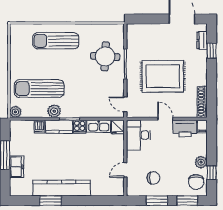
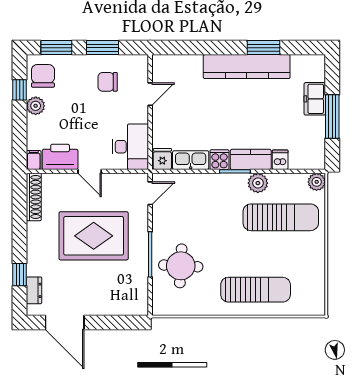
door: (125, 104) -> (150, 193), hinge flipped

